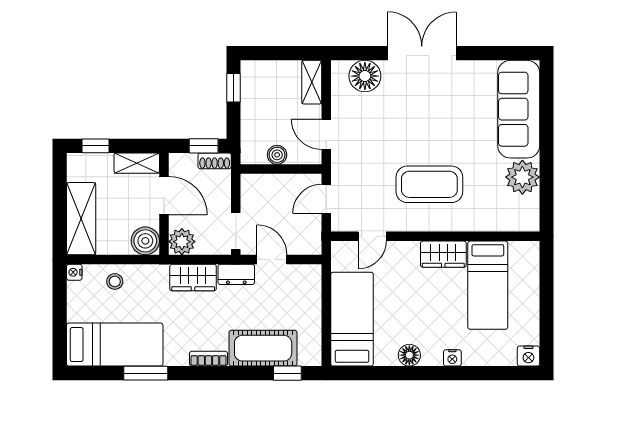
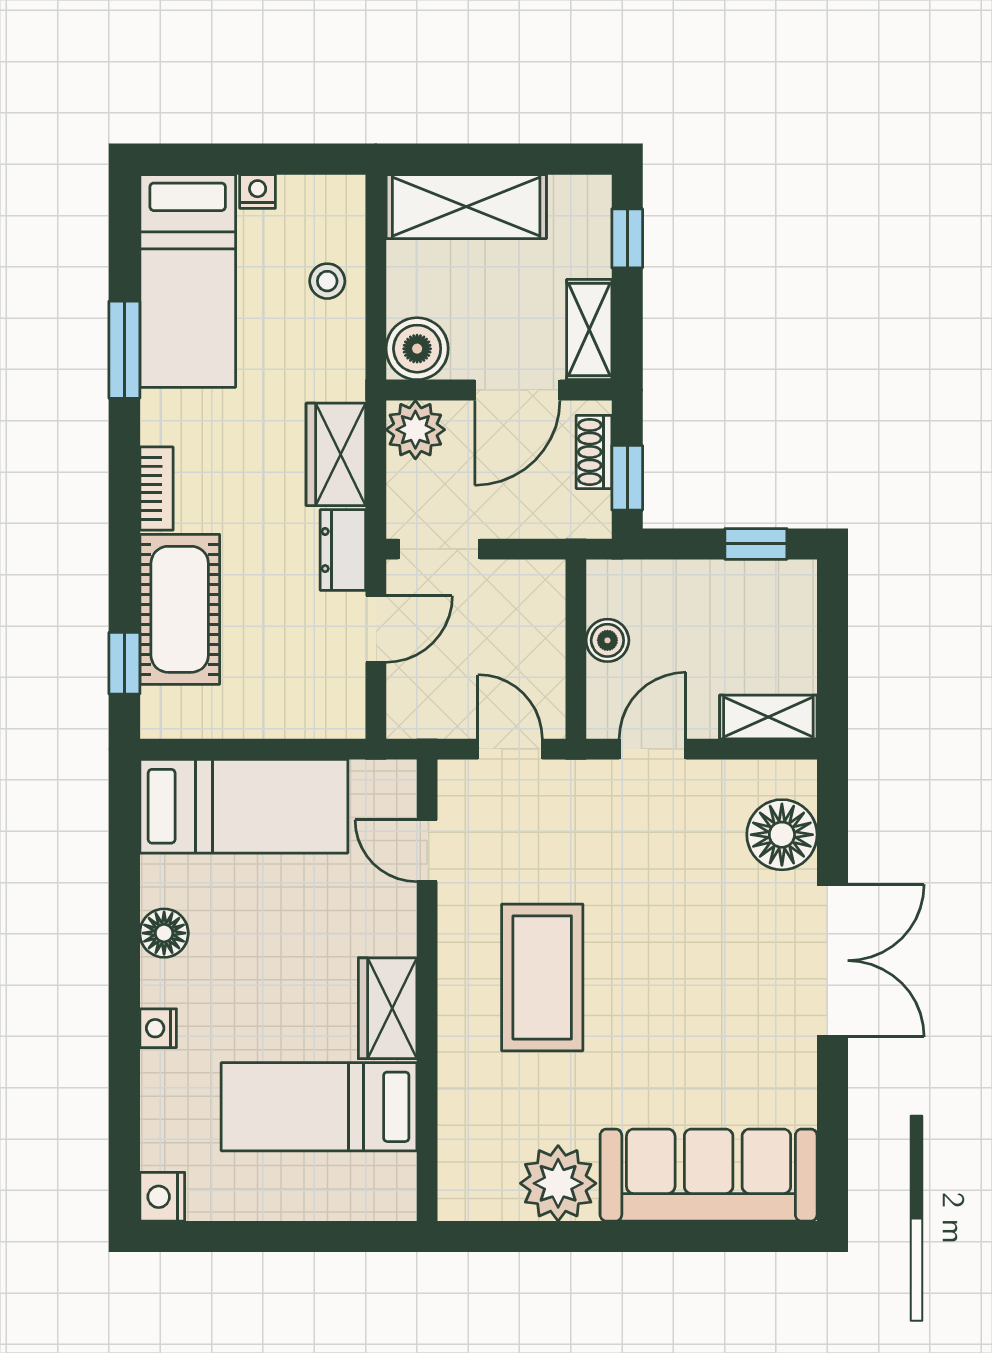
shoe rack: (215, 161) -> (594, 452), moved
nightstand: (74, 272) -> (258, 191), moved

